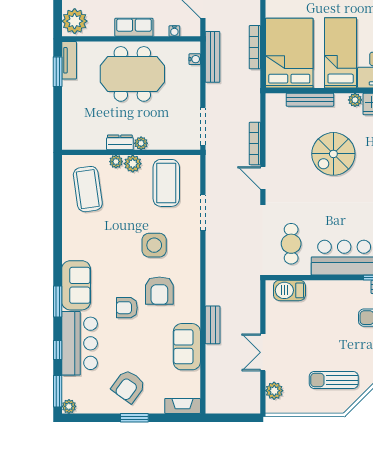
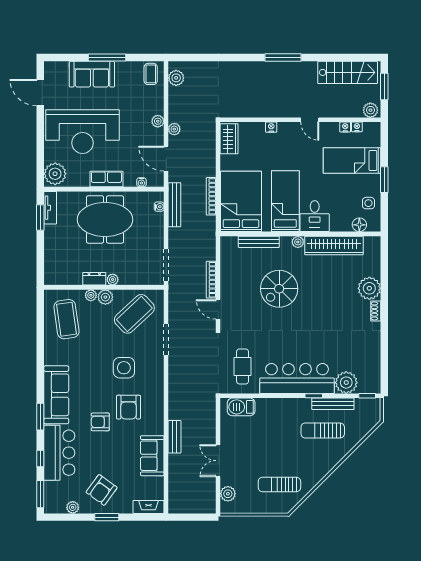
coffee table: (166, 183) -> (134, 314), turned 47
sofa: (76, 285) -> (56, 395), width x1.36
plant: (69, 406) -> (73, 507), moved

